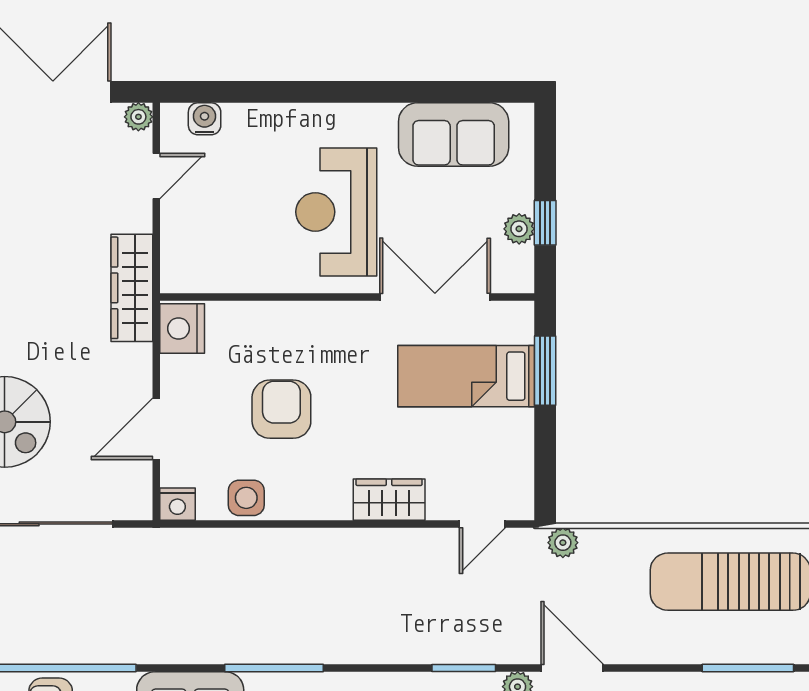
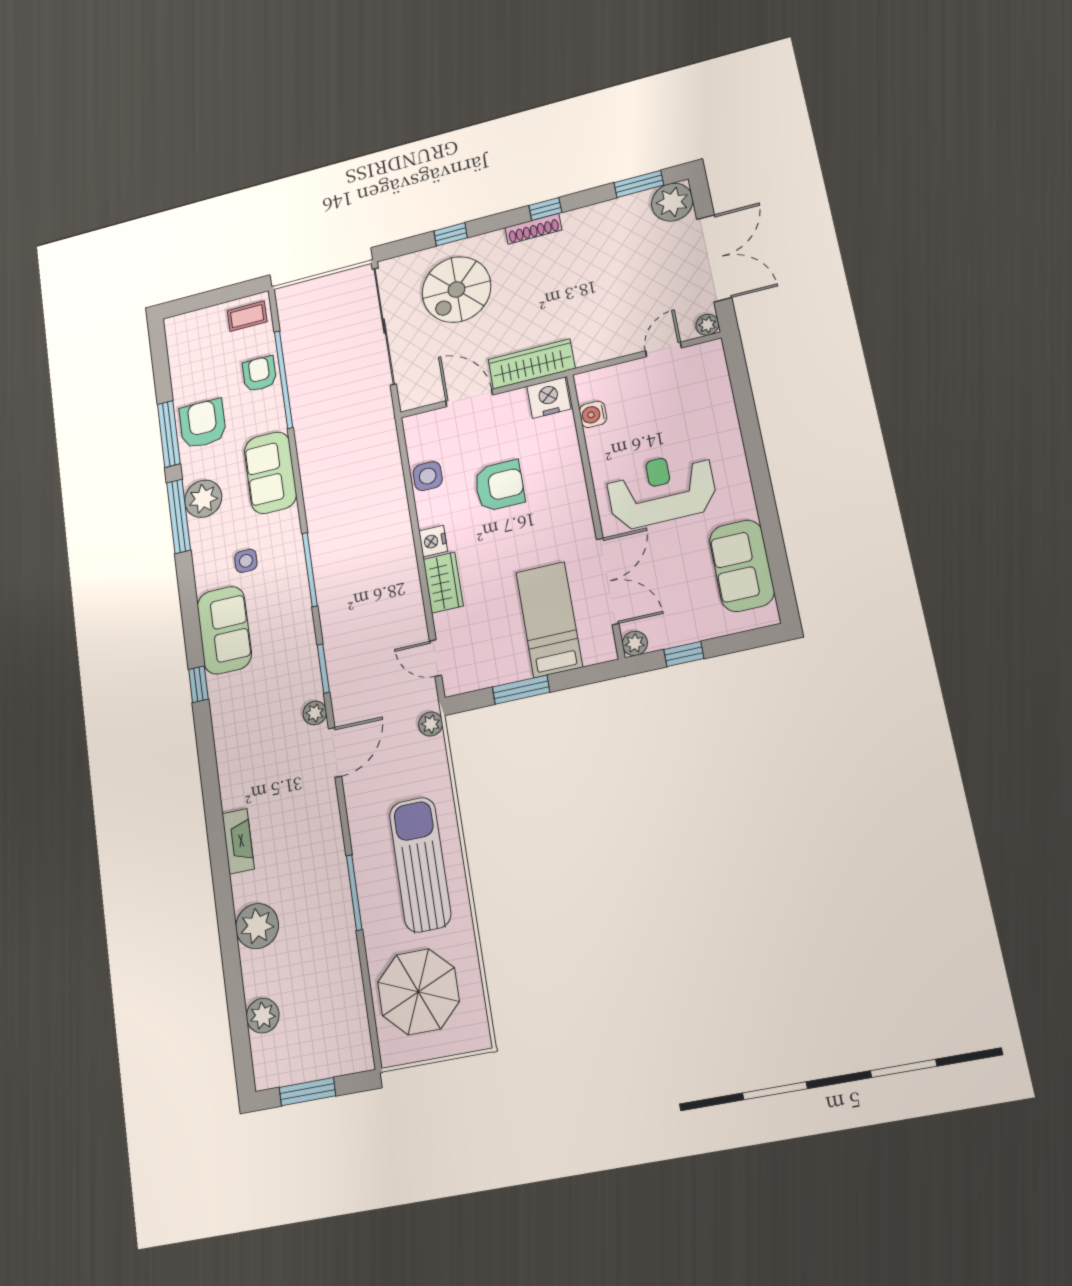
water cooler: (205, 119) -> (593, 414), moved, turned 180
door: (156, 176) -> (663, 349), swing flipped
plant: (519, 229) -> (635, 643), moved
wardrobe: (132, 288) -> (532, 364), moved
window: (545, 371) -> (521, 690), moved
nightstand: (177, 504) -> (433, 541), moved
window: (274, 668) -> (310, 570), moved

